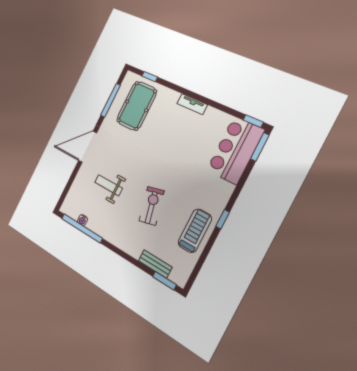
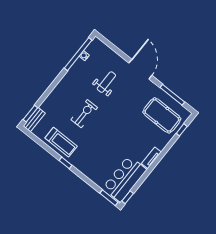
bar counter: (235, 150) -> (125, 179), moved, turned -90
exercise bike: (152, 206) -> (84, 114), turned -77
bench: (155, 264) -> (34, 120), moved

